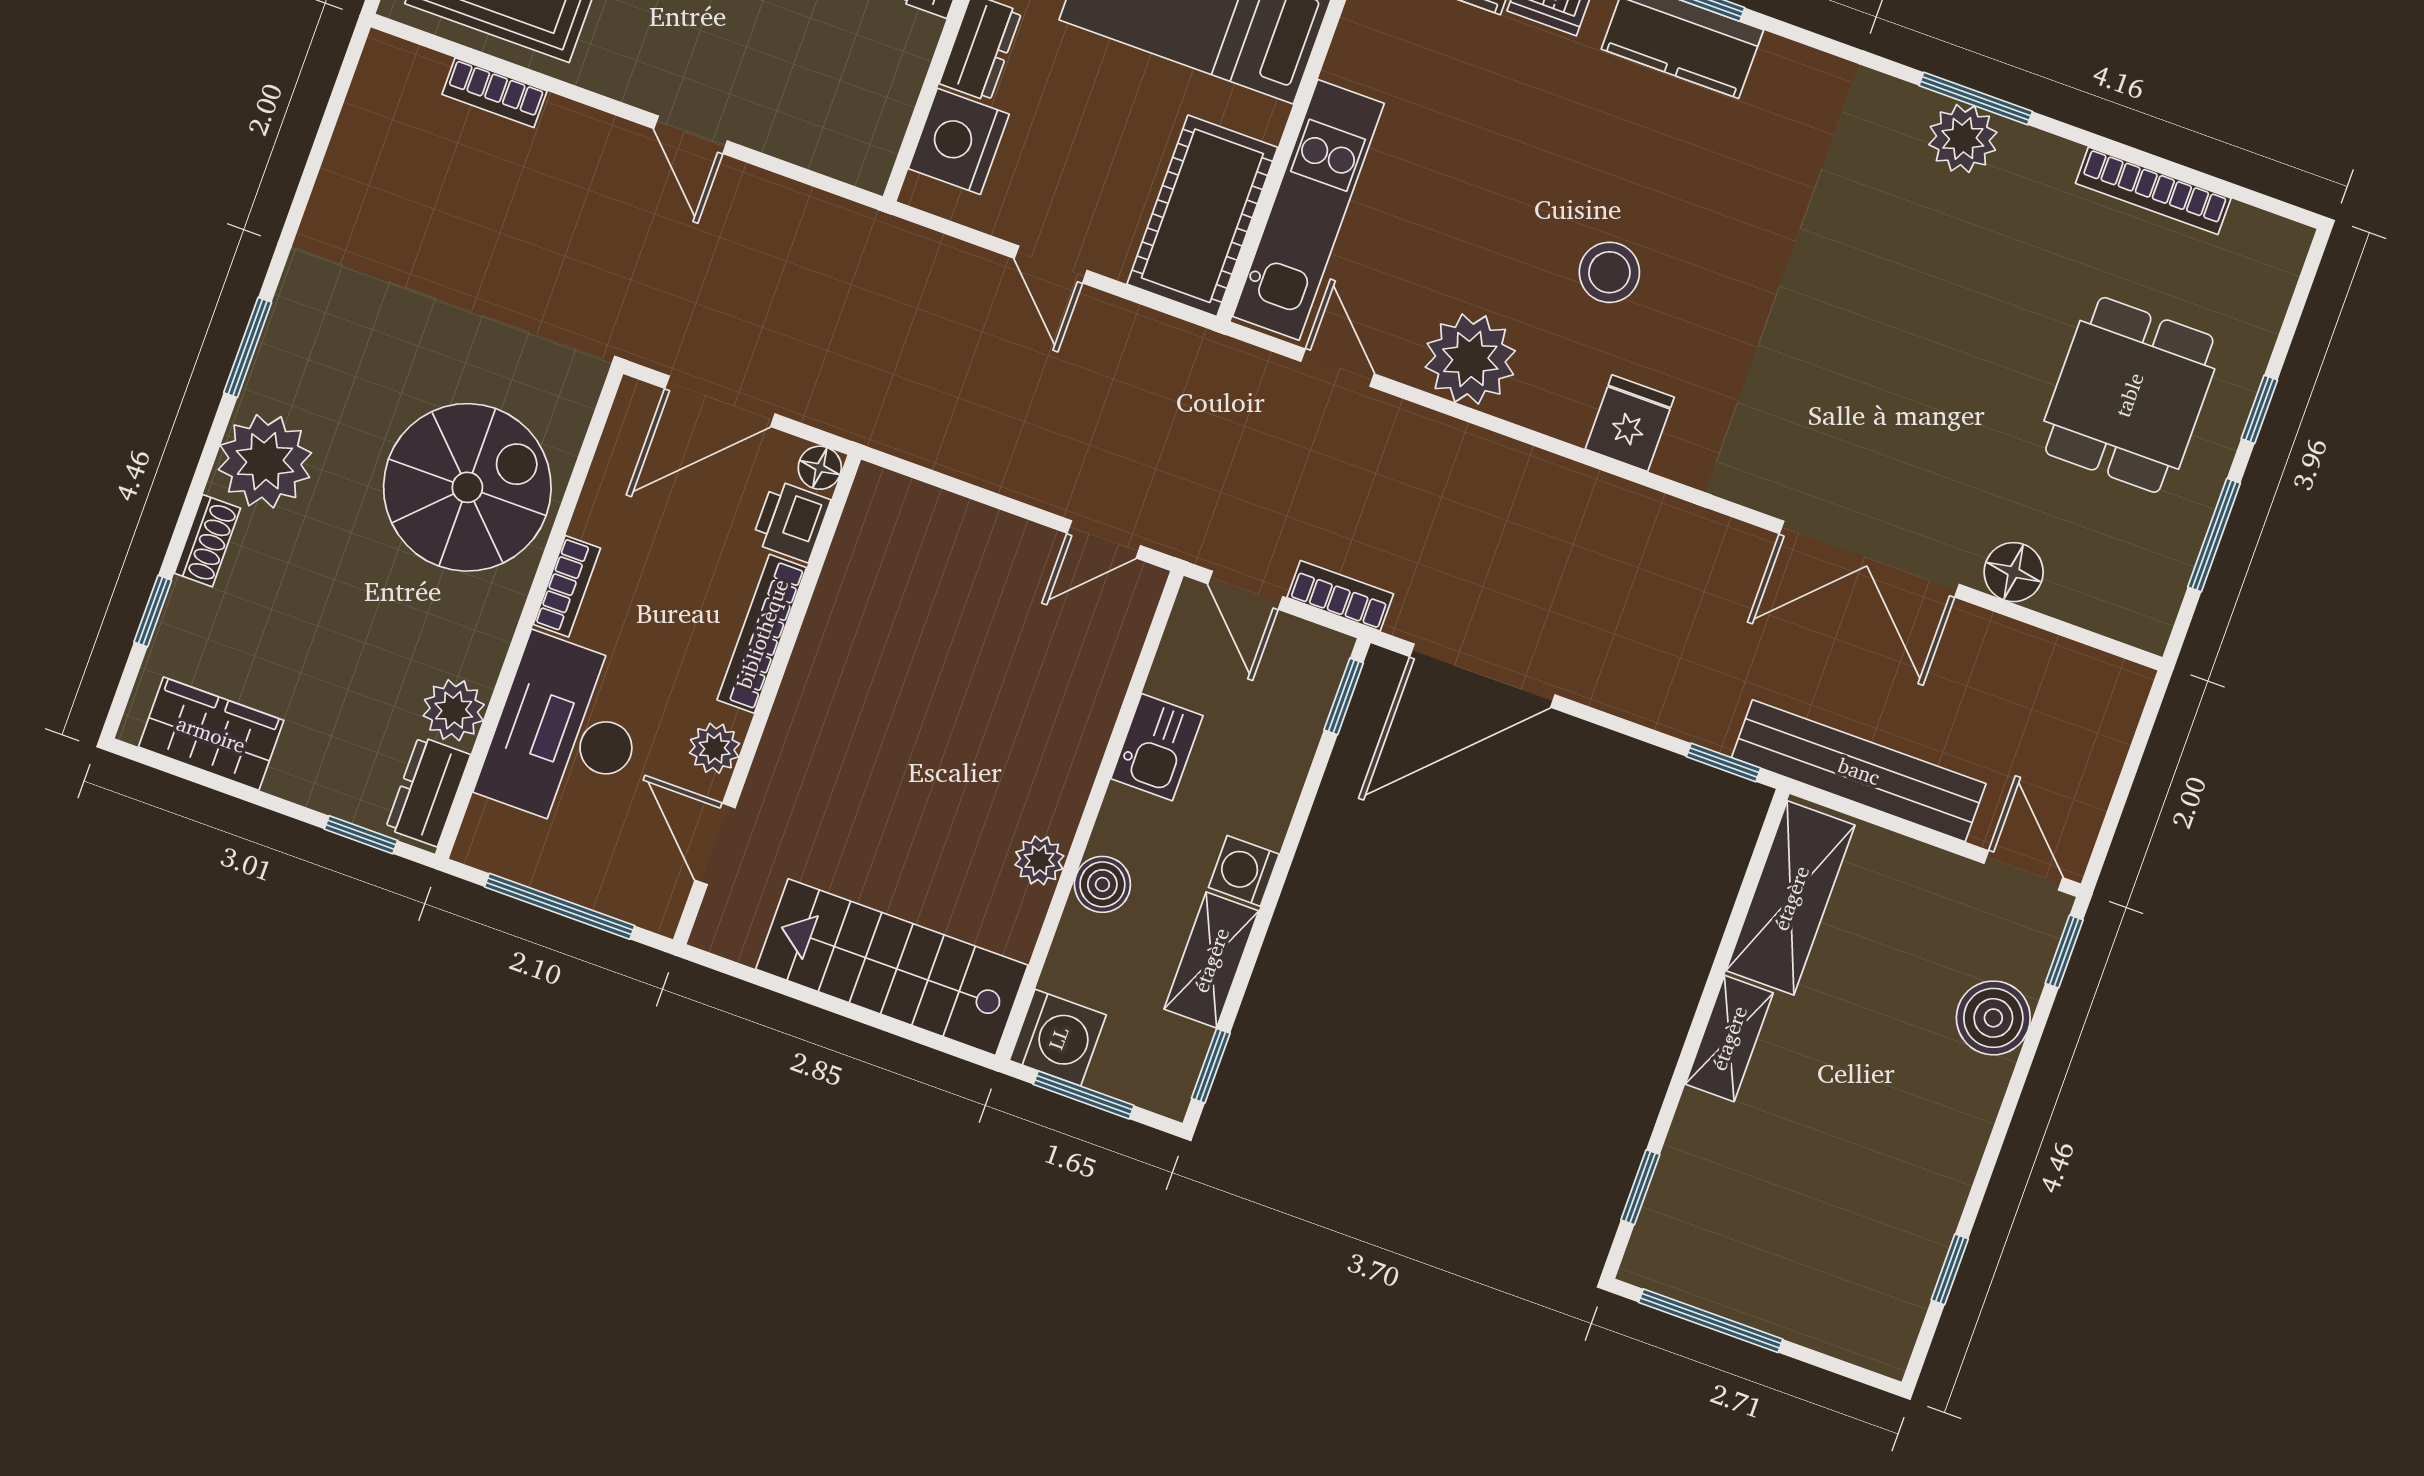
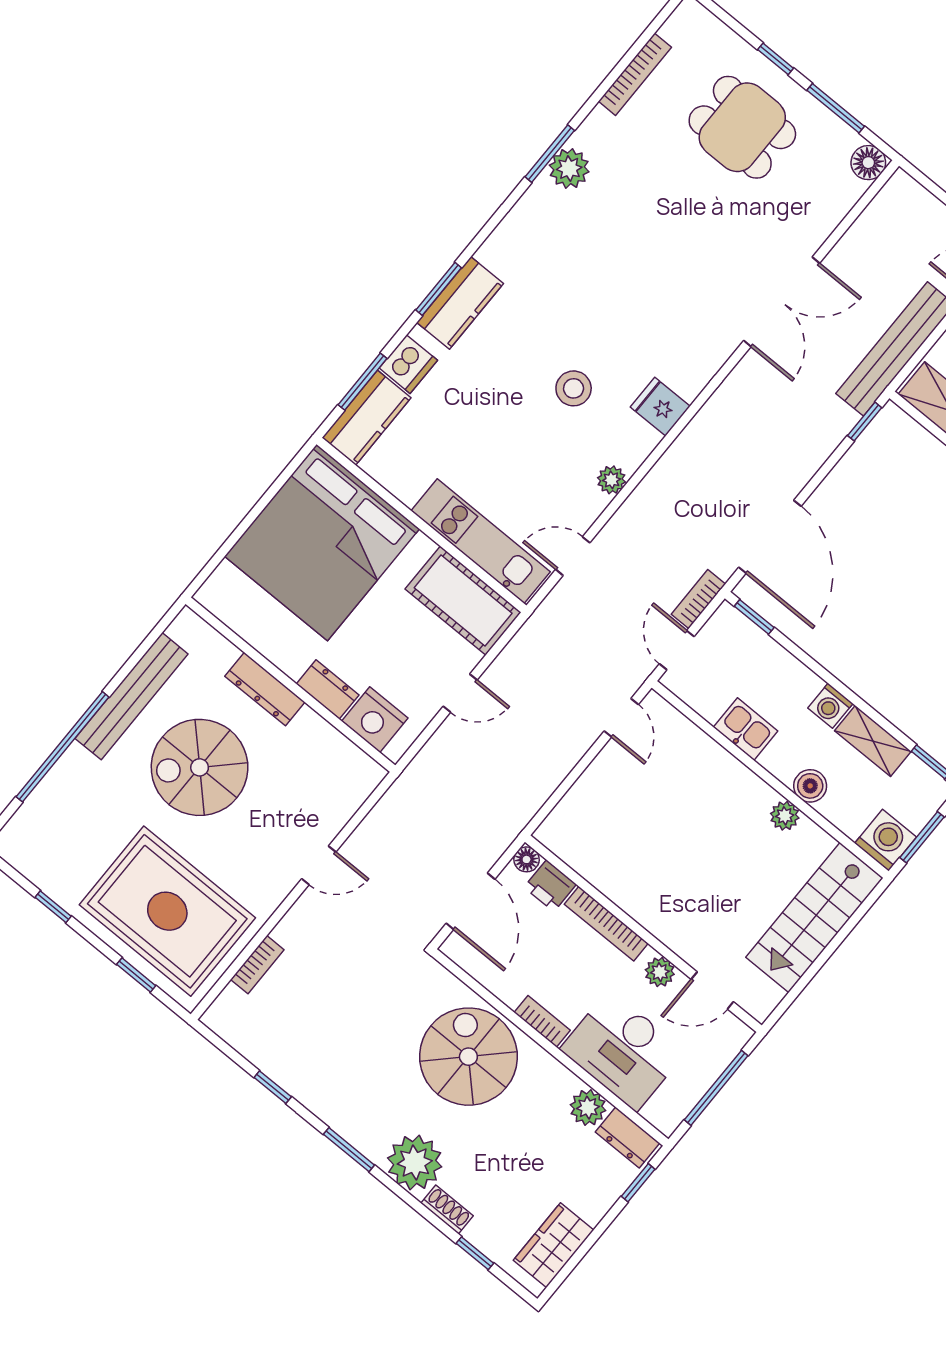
window: (305, 188) -> (273, 1087), added
plant: (1470, 359) -> (611, 480), width x0.53, depth x0.53
floor lamp: (2014, 572) -> (868, 163), moved
door: (1245, 590) -> (677, 650), swing flipped

